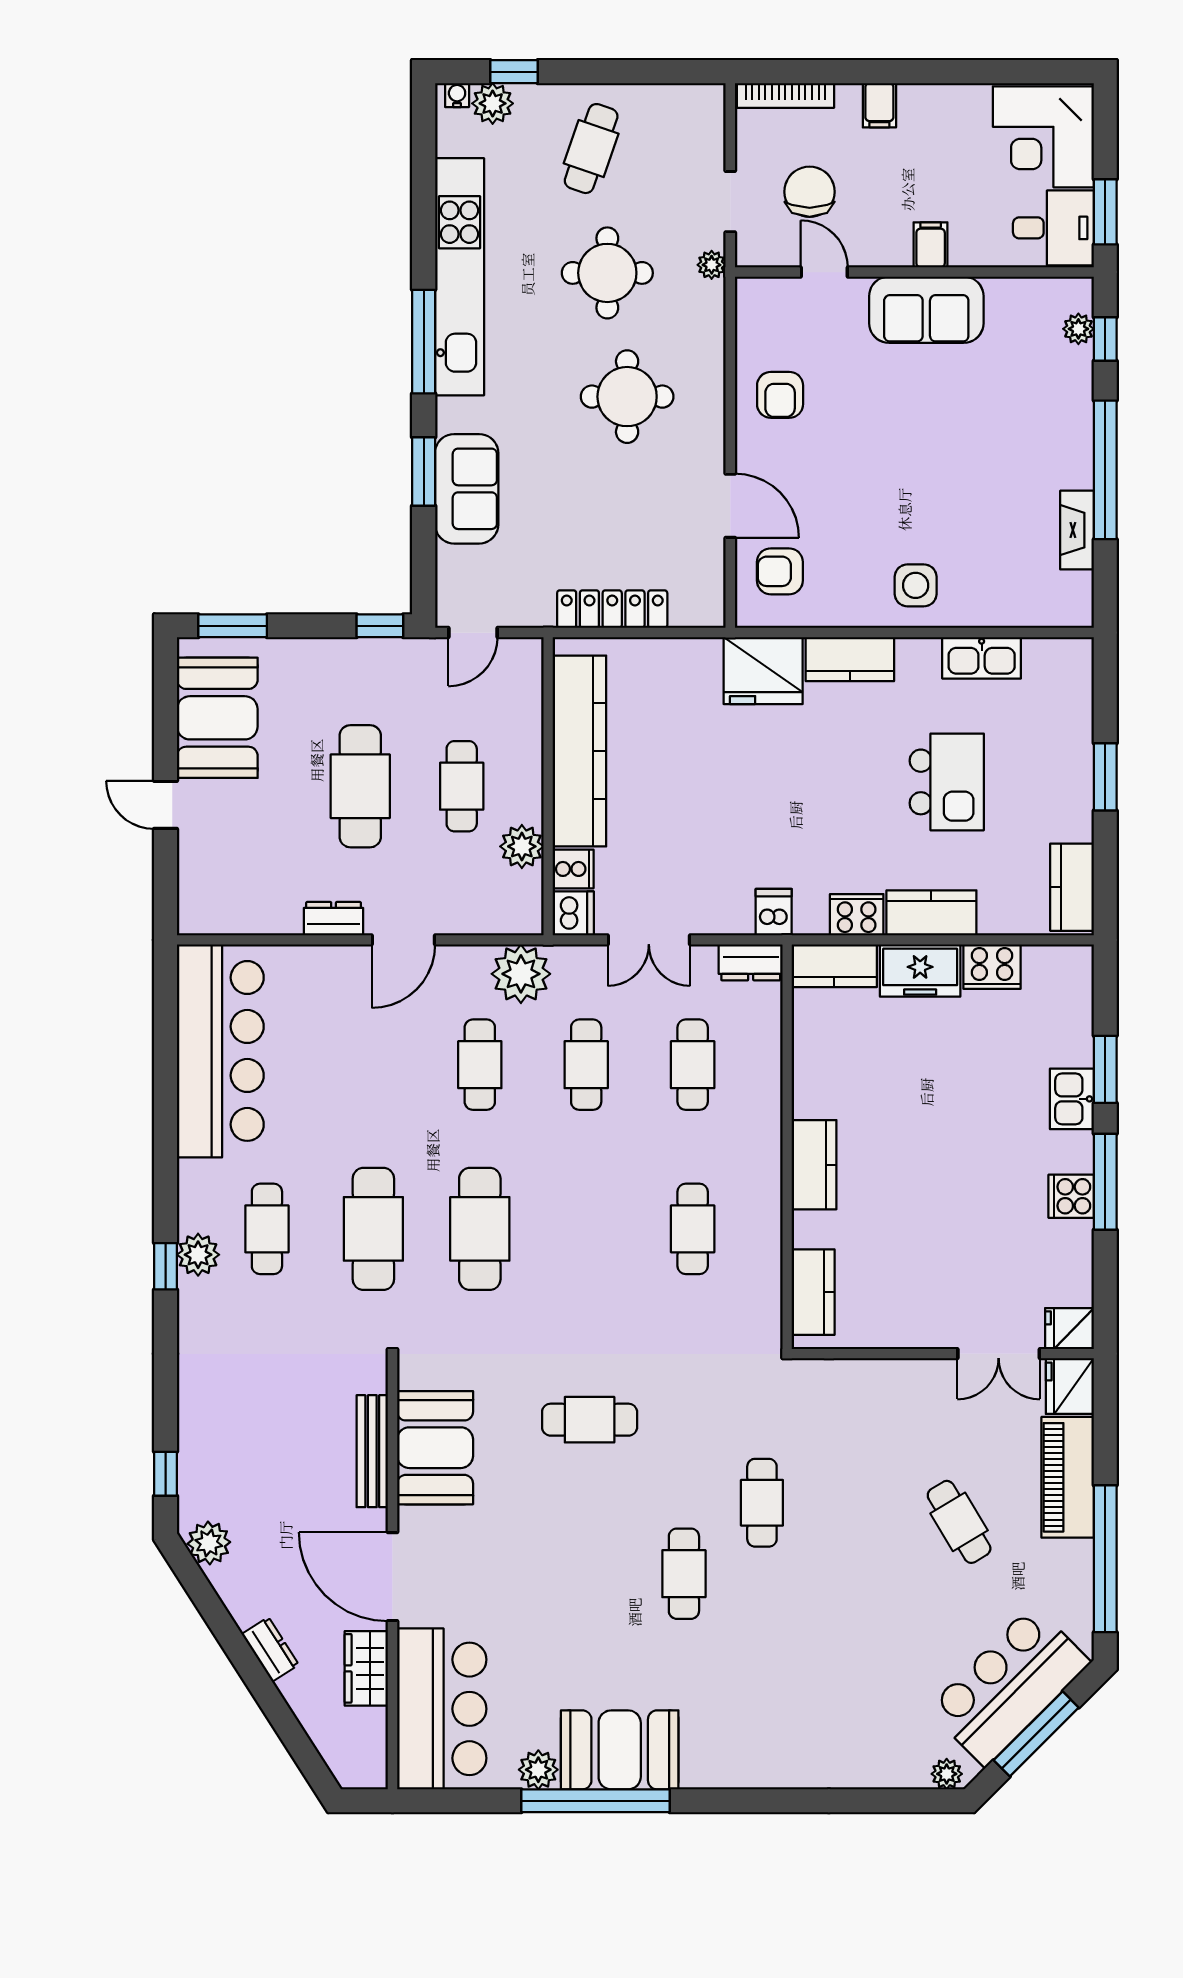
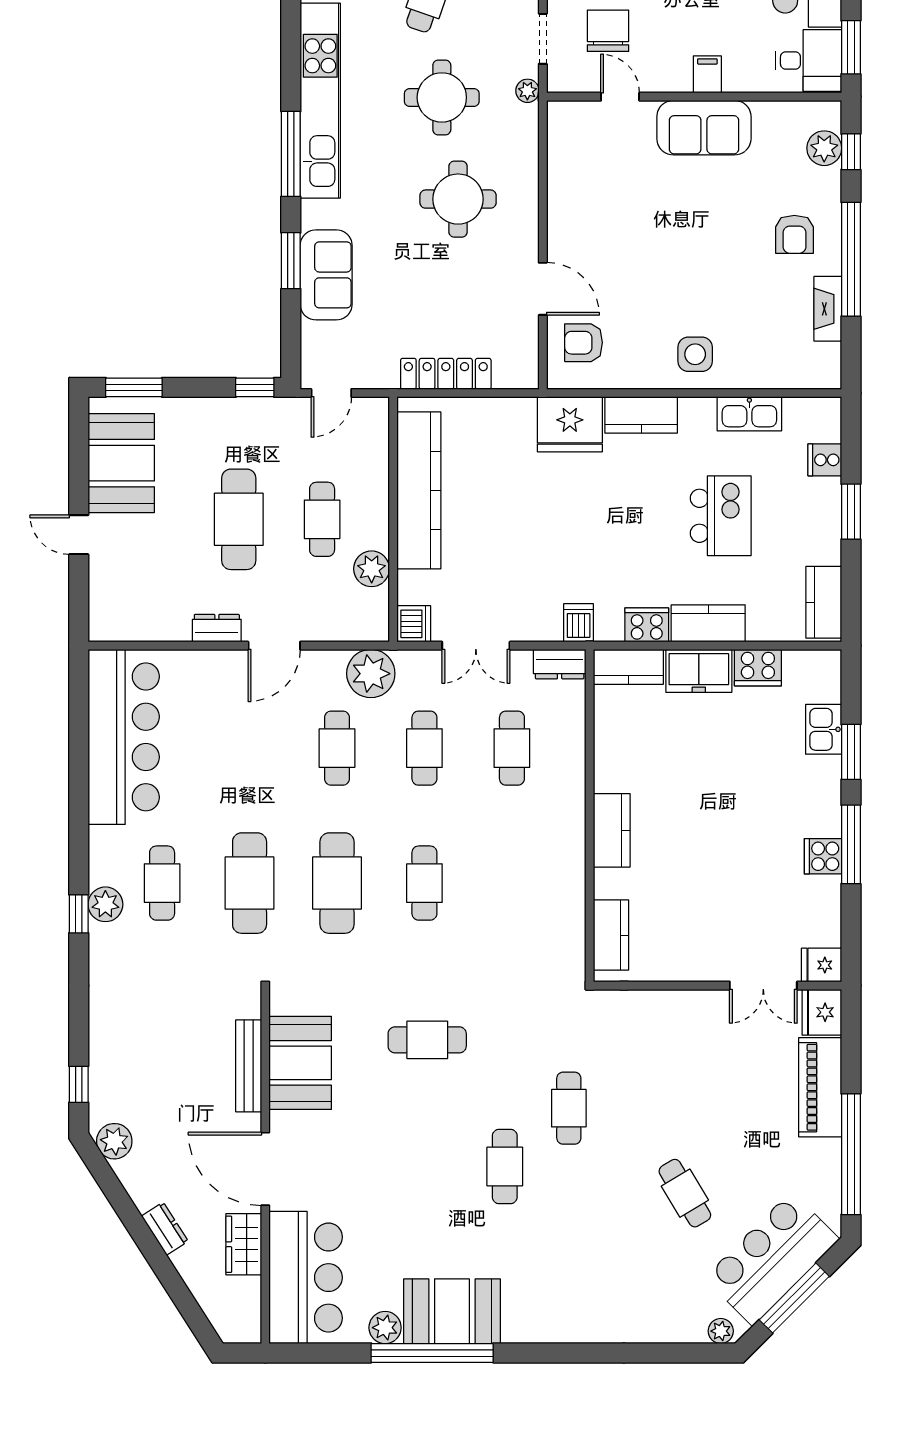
plant: (1078, 329) -> (824, 148), width x1.38, depth x1.38
armchair: (780, 395) -> (794, 234), moved
cooker: (573, 869) -> (825, 460), moved, turned 180
kitchen sink: (1072, 1099) -> (824, 729), moved
cafe table: (693, 1229) -> (424, 883), moved
cafe table: (959, 1522) -> (685, 1193), moved

